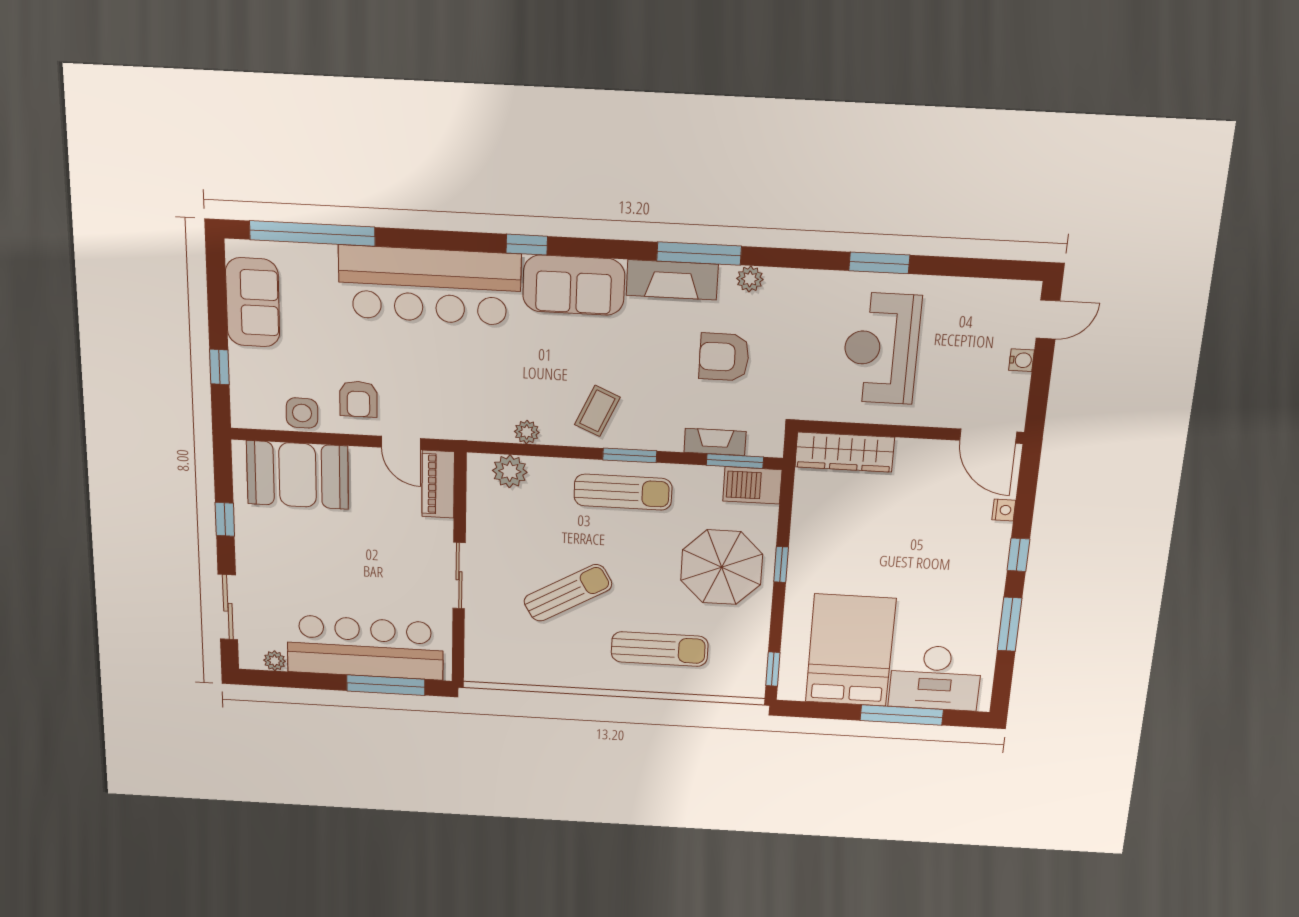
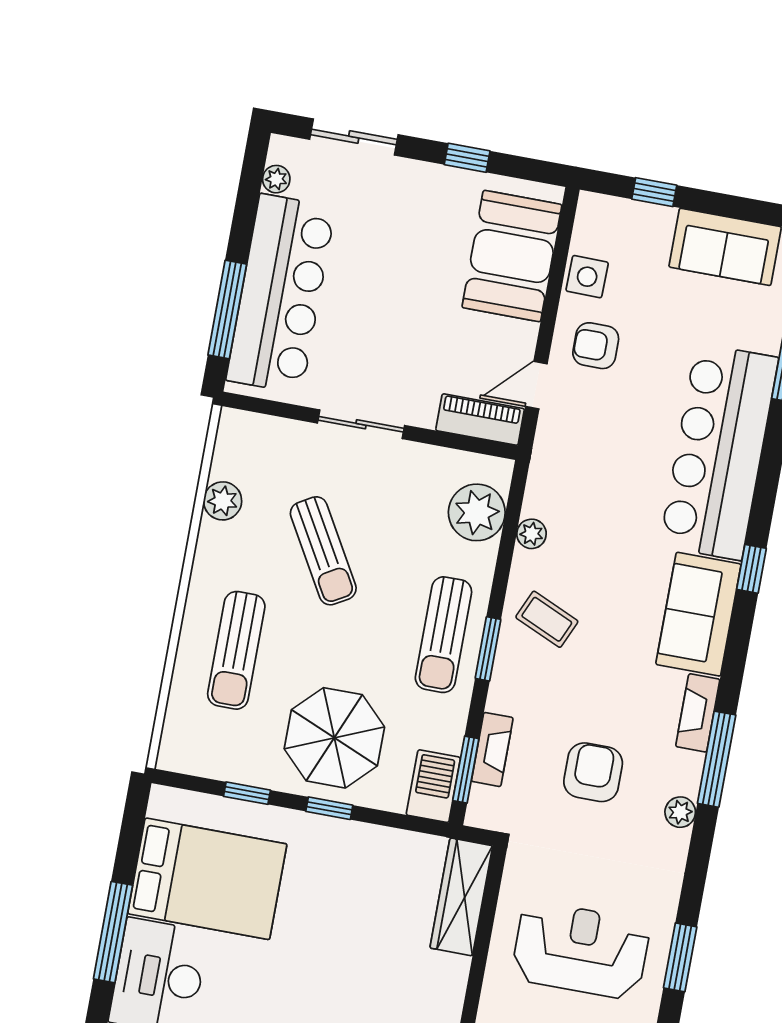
fireplace: (672, 280) -> (698, 713), width x0.73, depth x0.76
plant: (510, 471) -> (477, 512), width x1.36, depth x1.36
window: (773, 669) -> (247, 793), moved
plant: (540, 672) -> (223, 501), added

